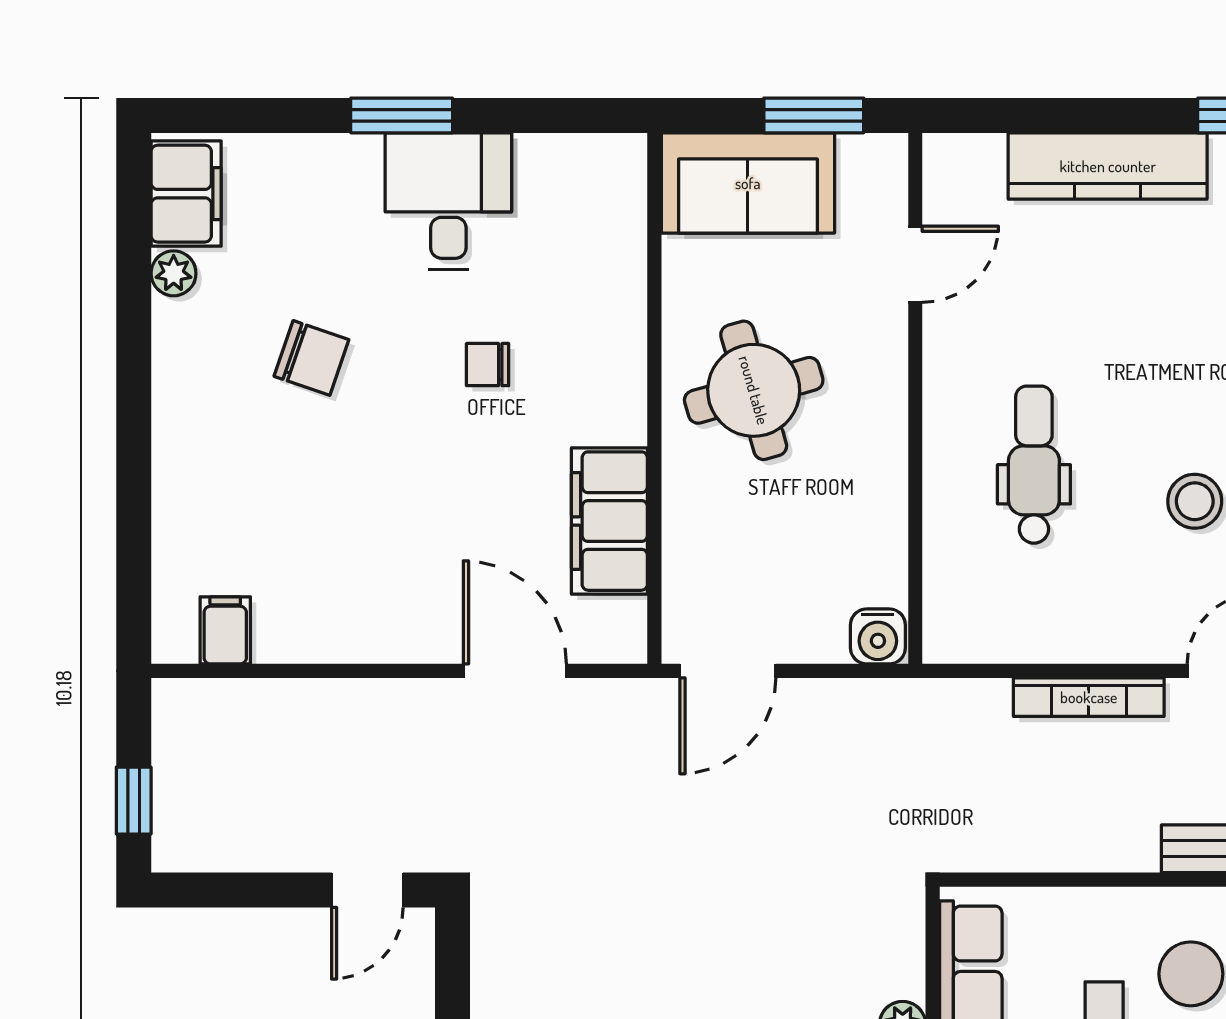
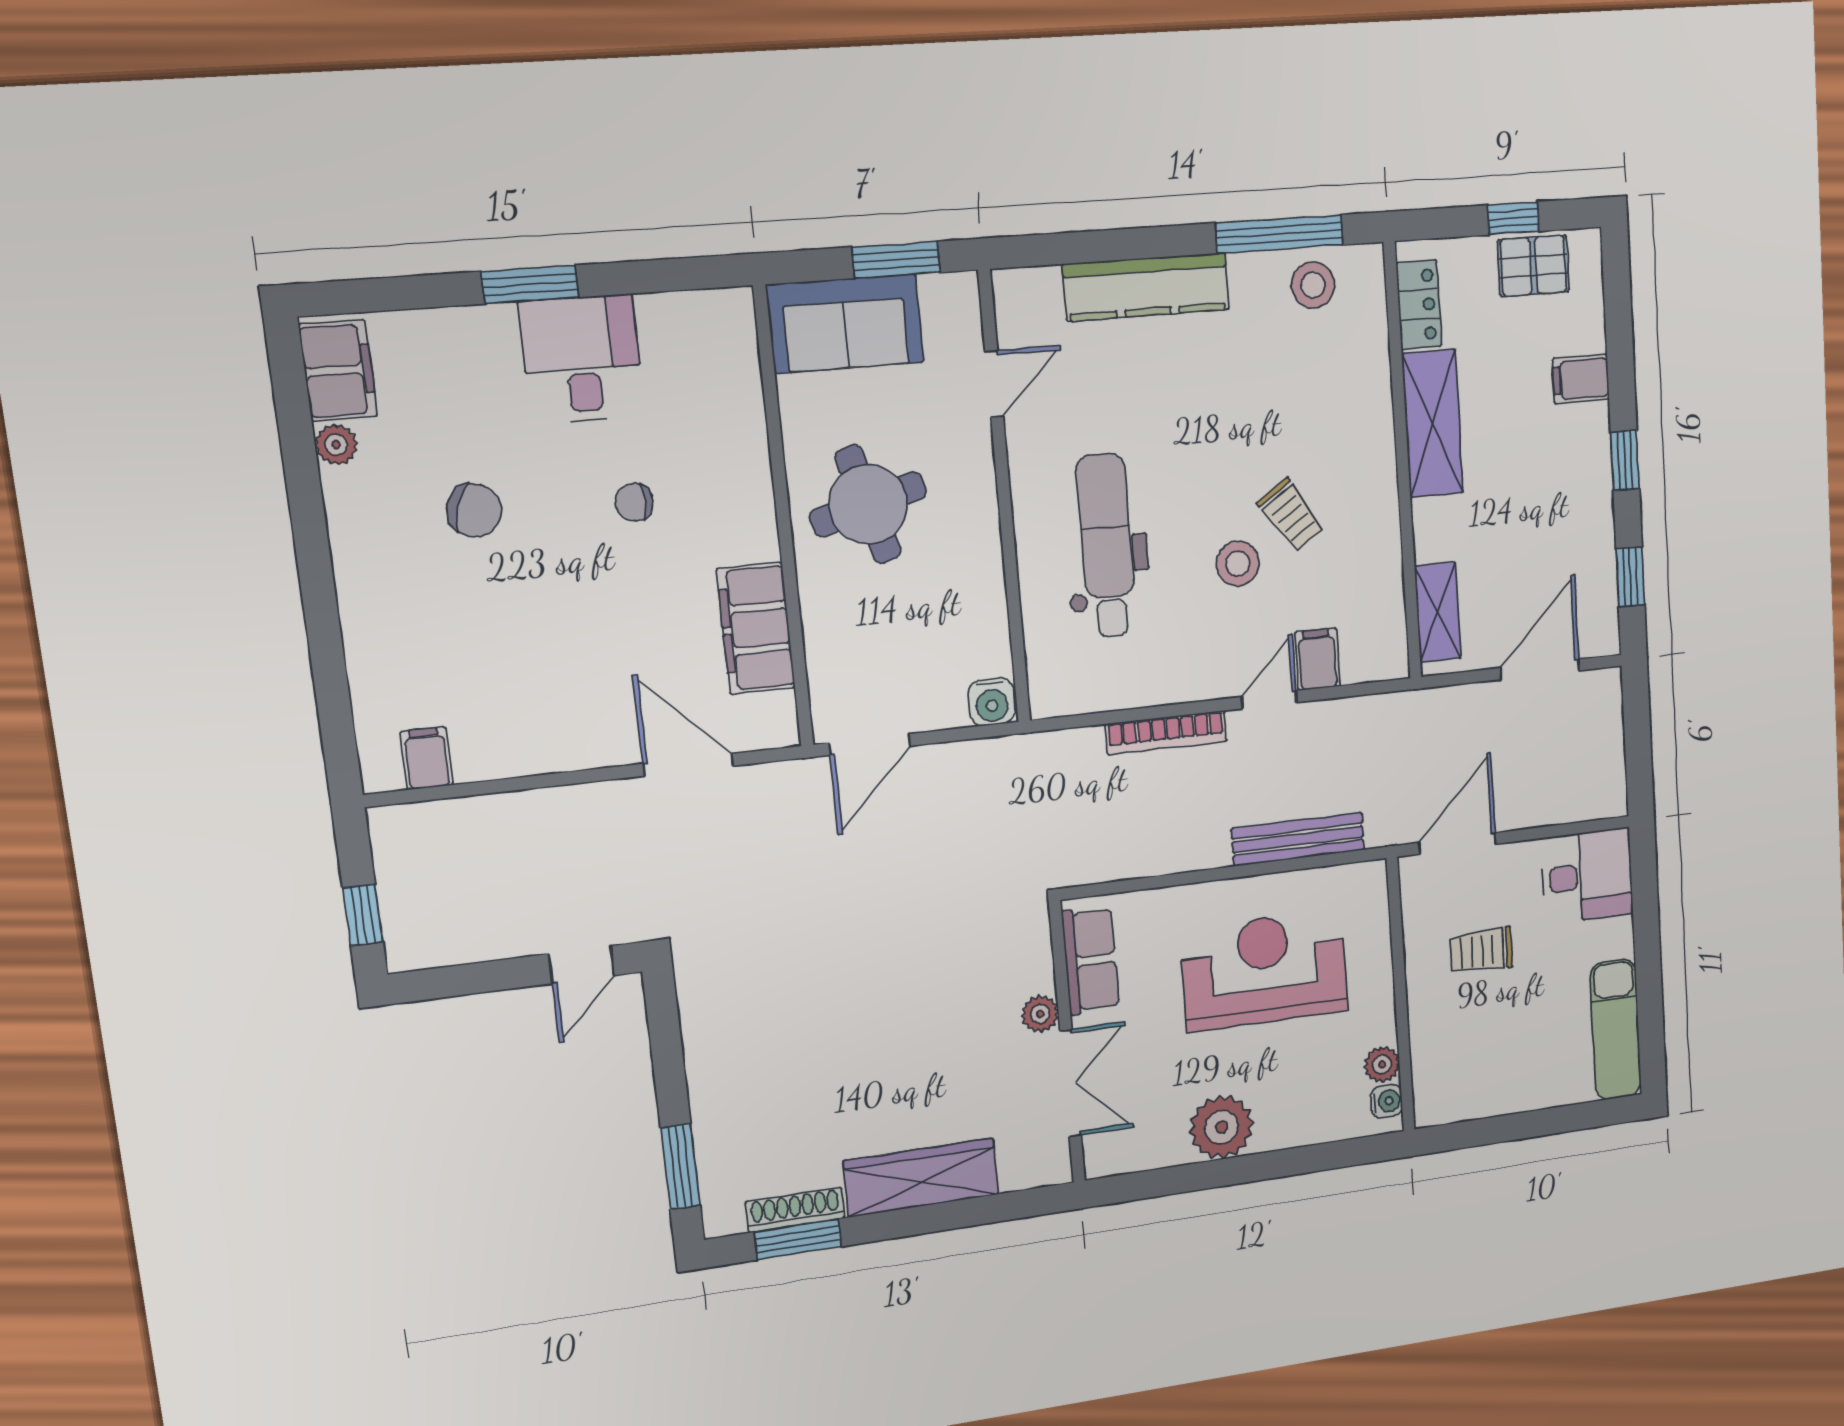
dental chair: (1034, 465) -> (1107, 546), width x1.36, depth x1.38

